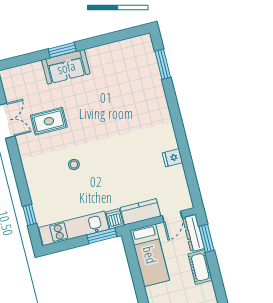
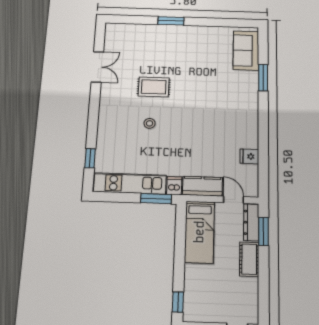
window: (163, 64) -> (263, 78), moved
sofa: (66, 67) -> (246, 51), moved, turned 90
rug: (49, 121) -> (154, 87), moved
fridge: (172, 158) -> (249, 156), moved
door: (172, 217) -> (234, 200), swing flipped

